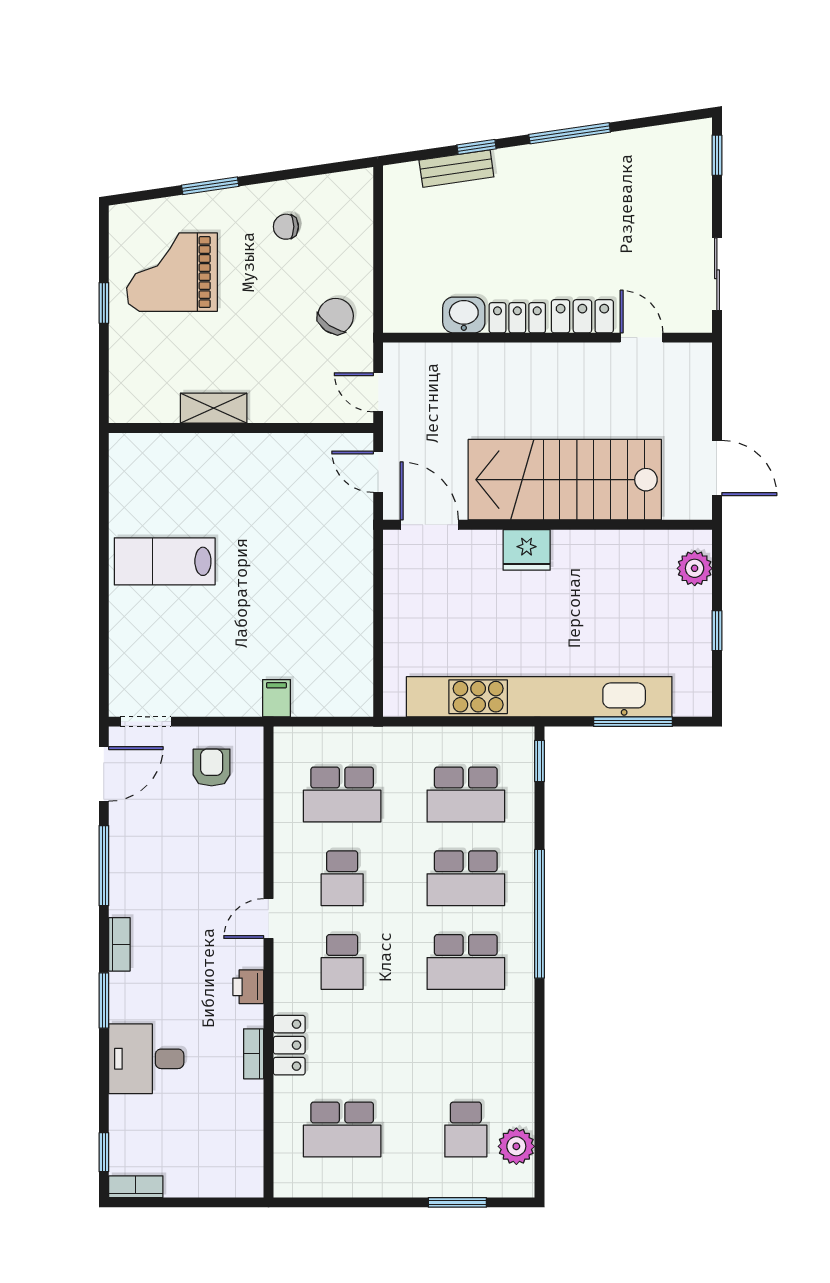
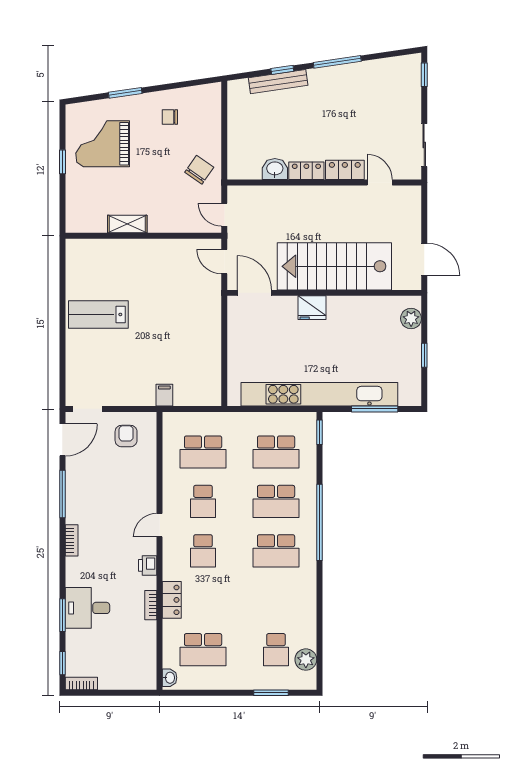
bench: (456, 169) -> (278, 82), width x1.36
window: (104, 1000) -> (62, 615), moved
washbasin: (285, 1177) -> (170, 678), added

